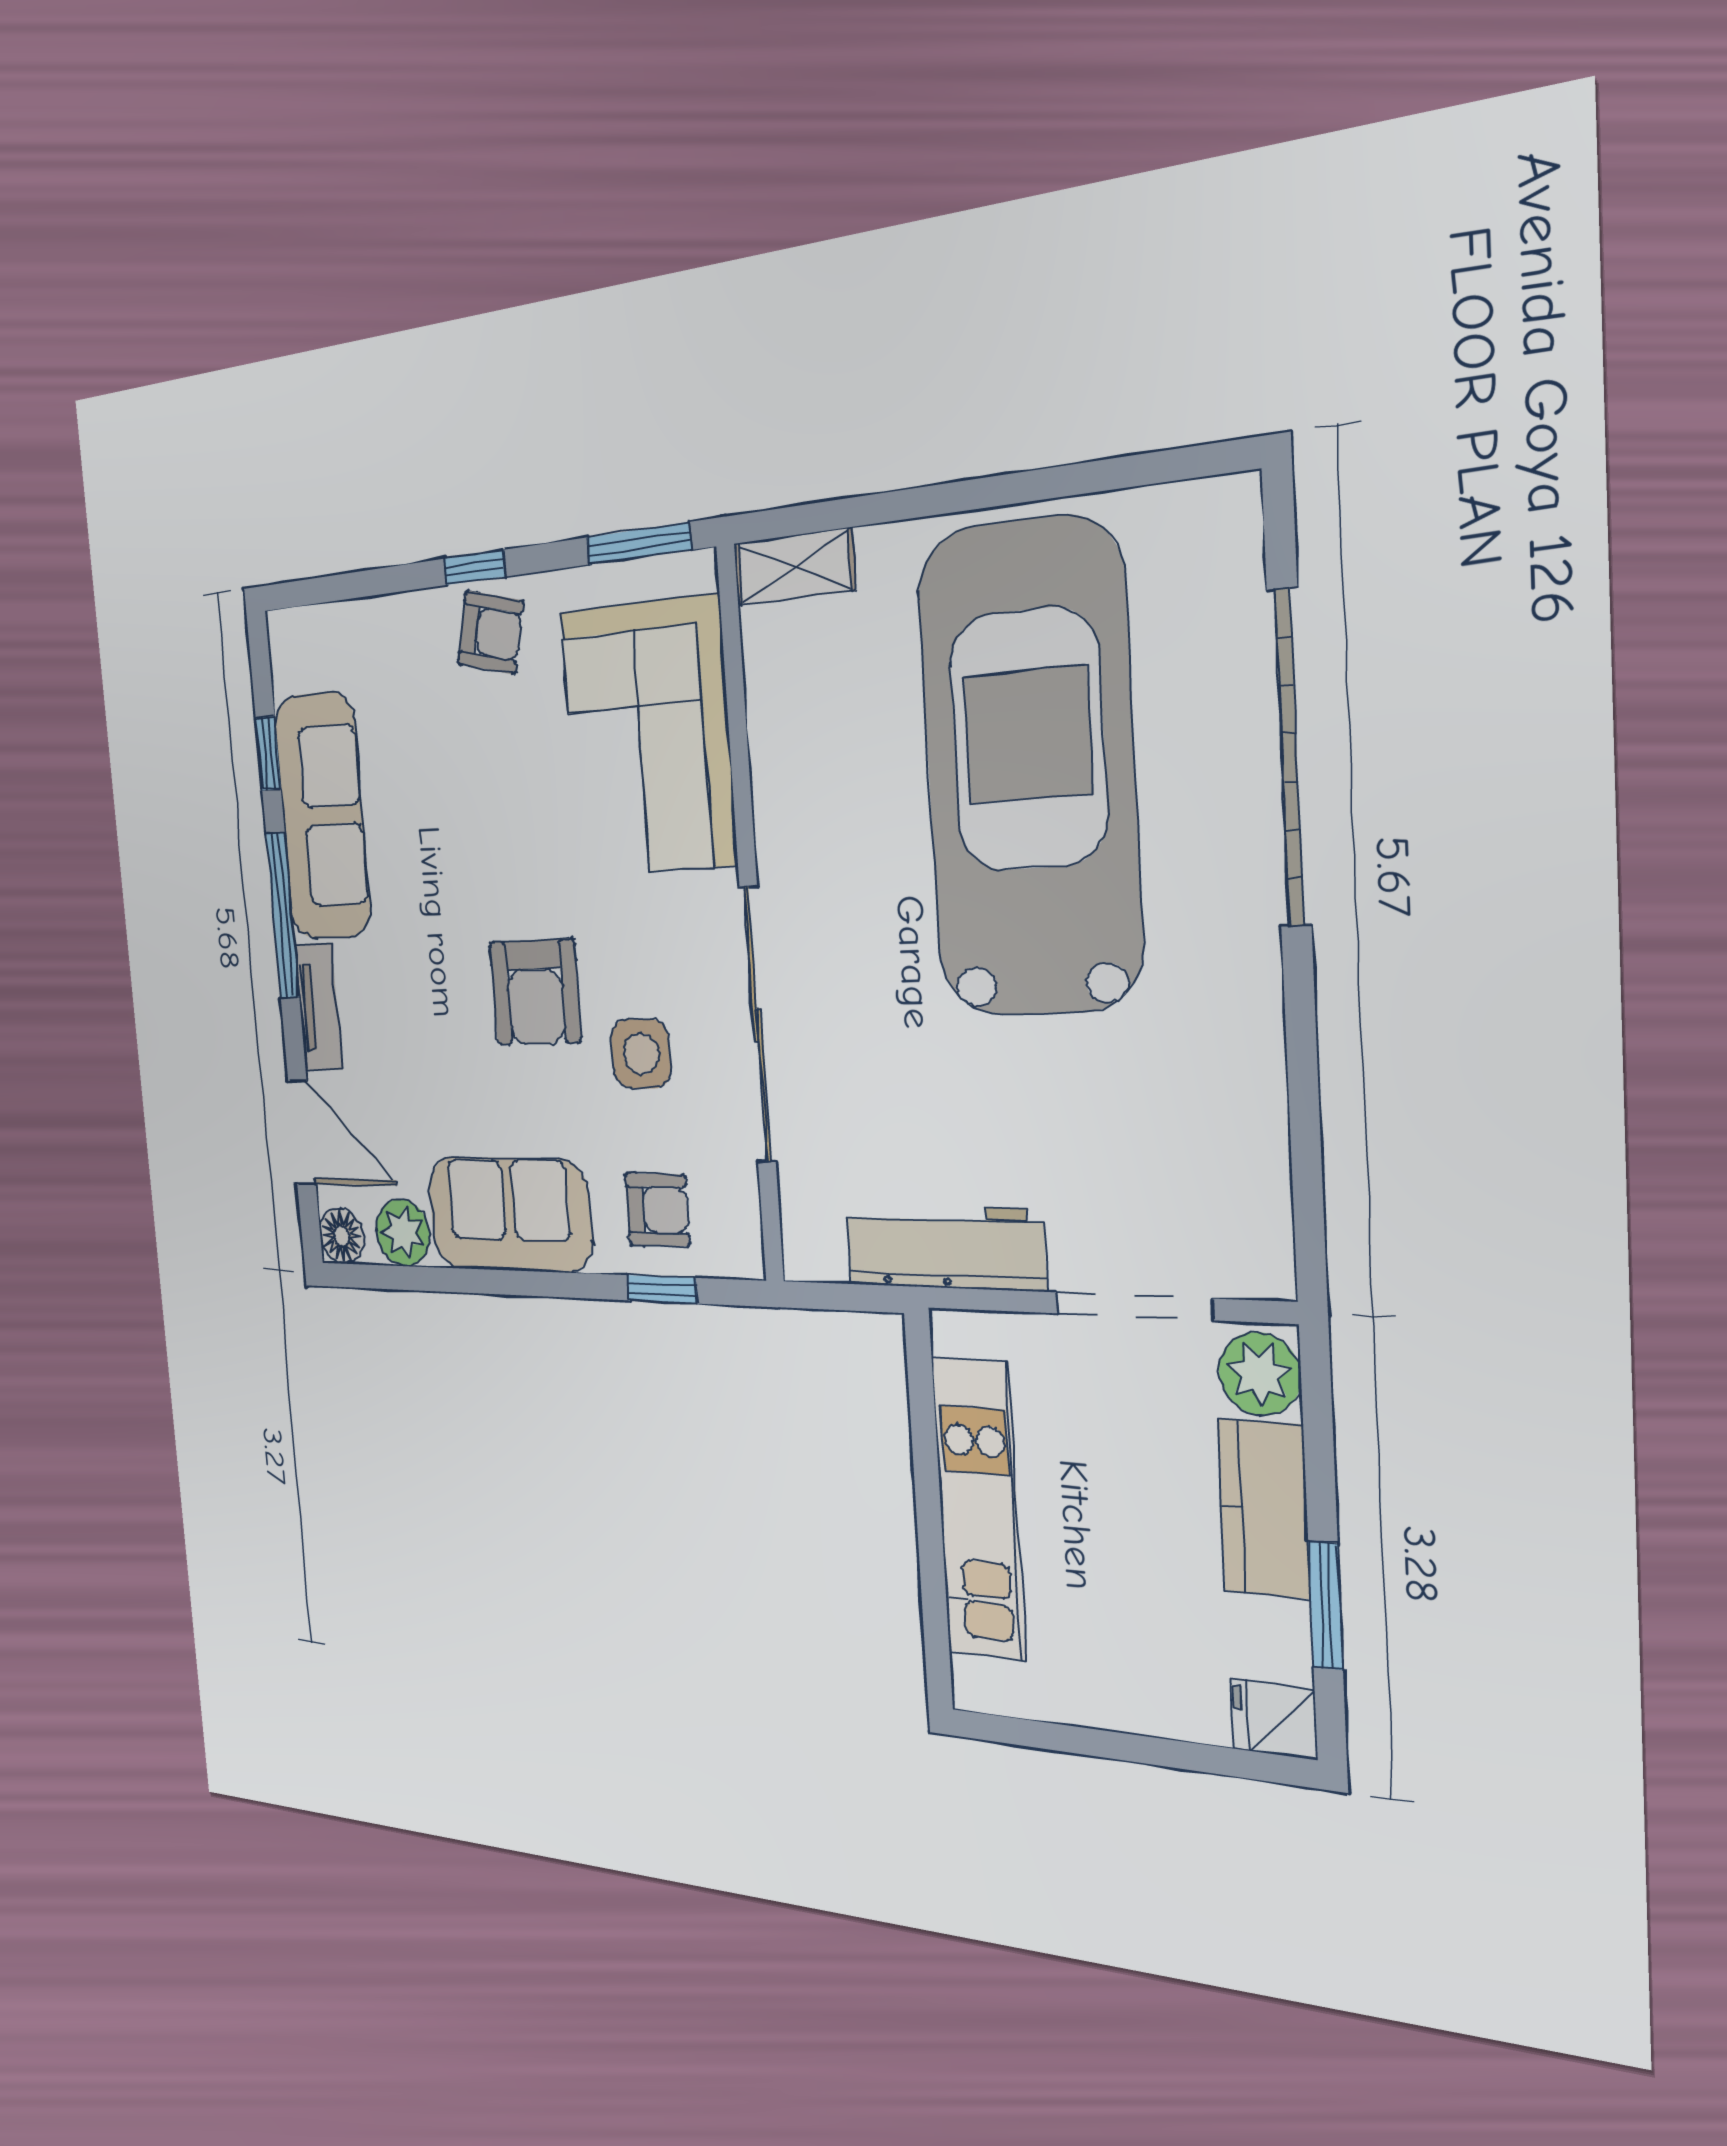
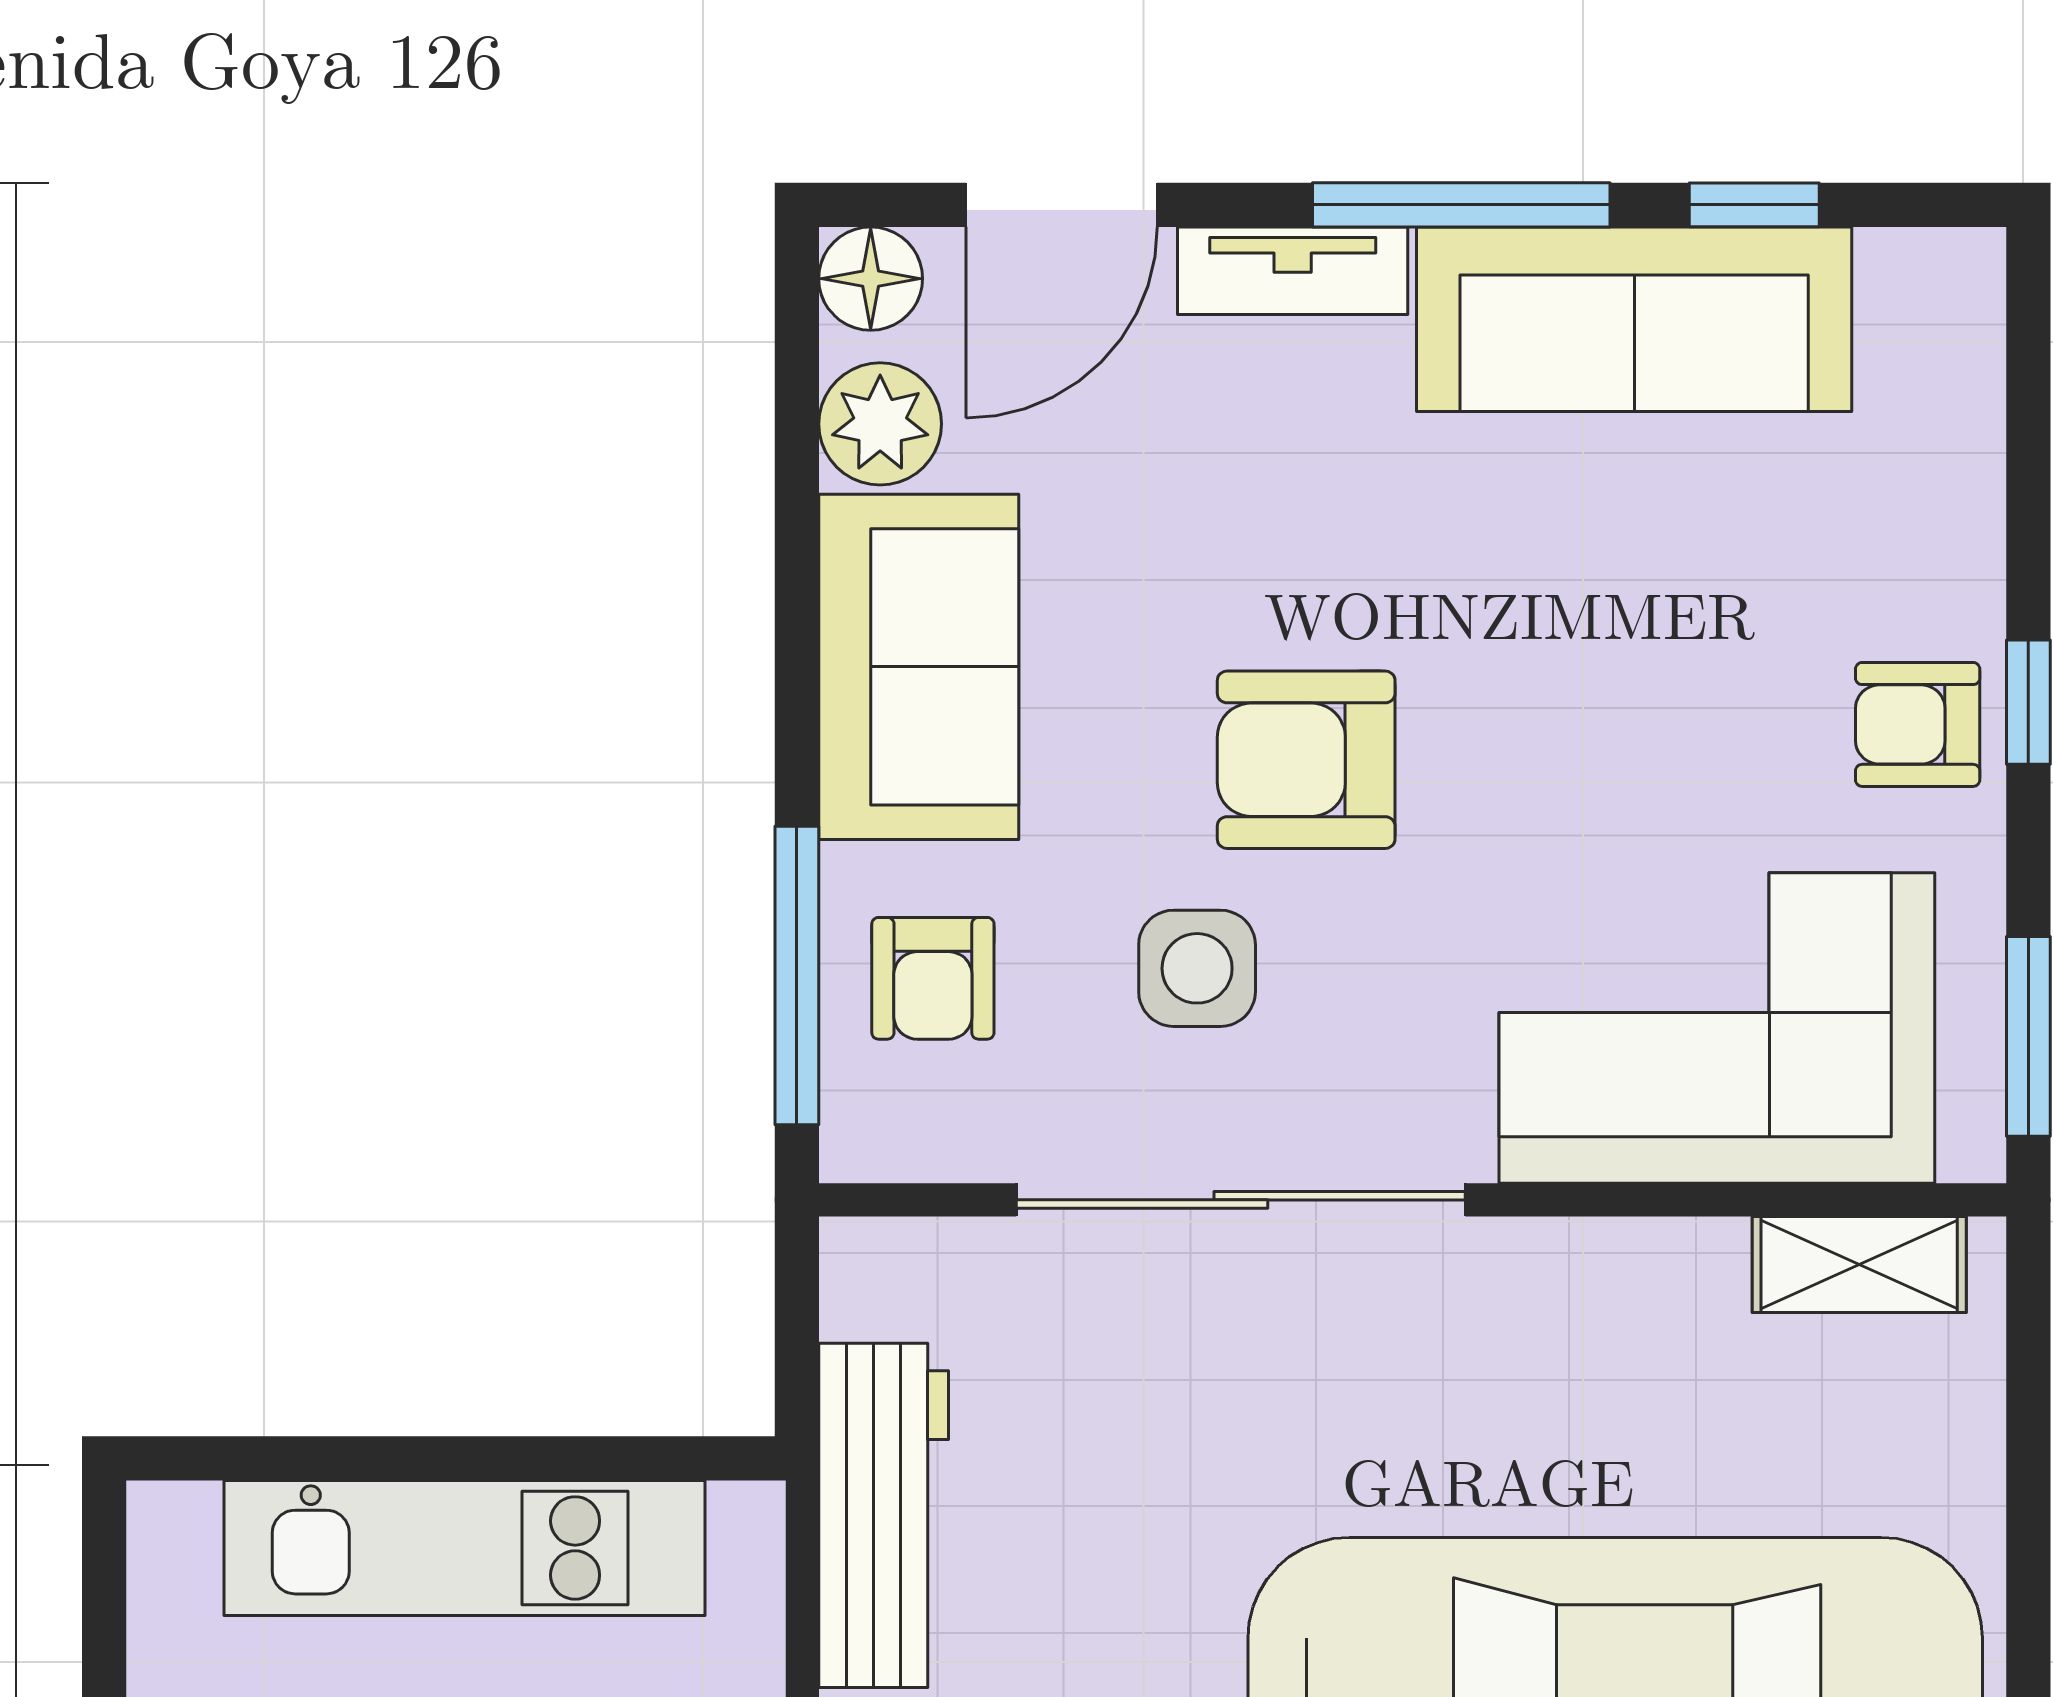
shelving: (794, 567) -> (1859, 1264), moved, turned 90
armchair: (490, 632) -> (1918, 724), turned 76
window: (662, 1289) -> (797, 976), width x2.17

